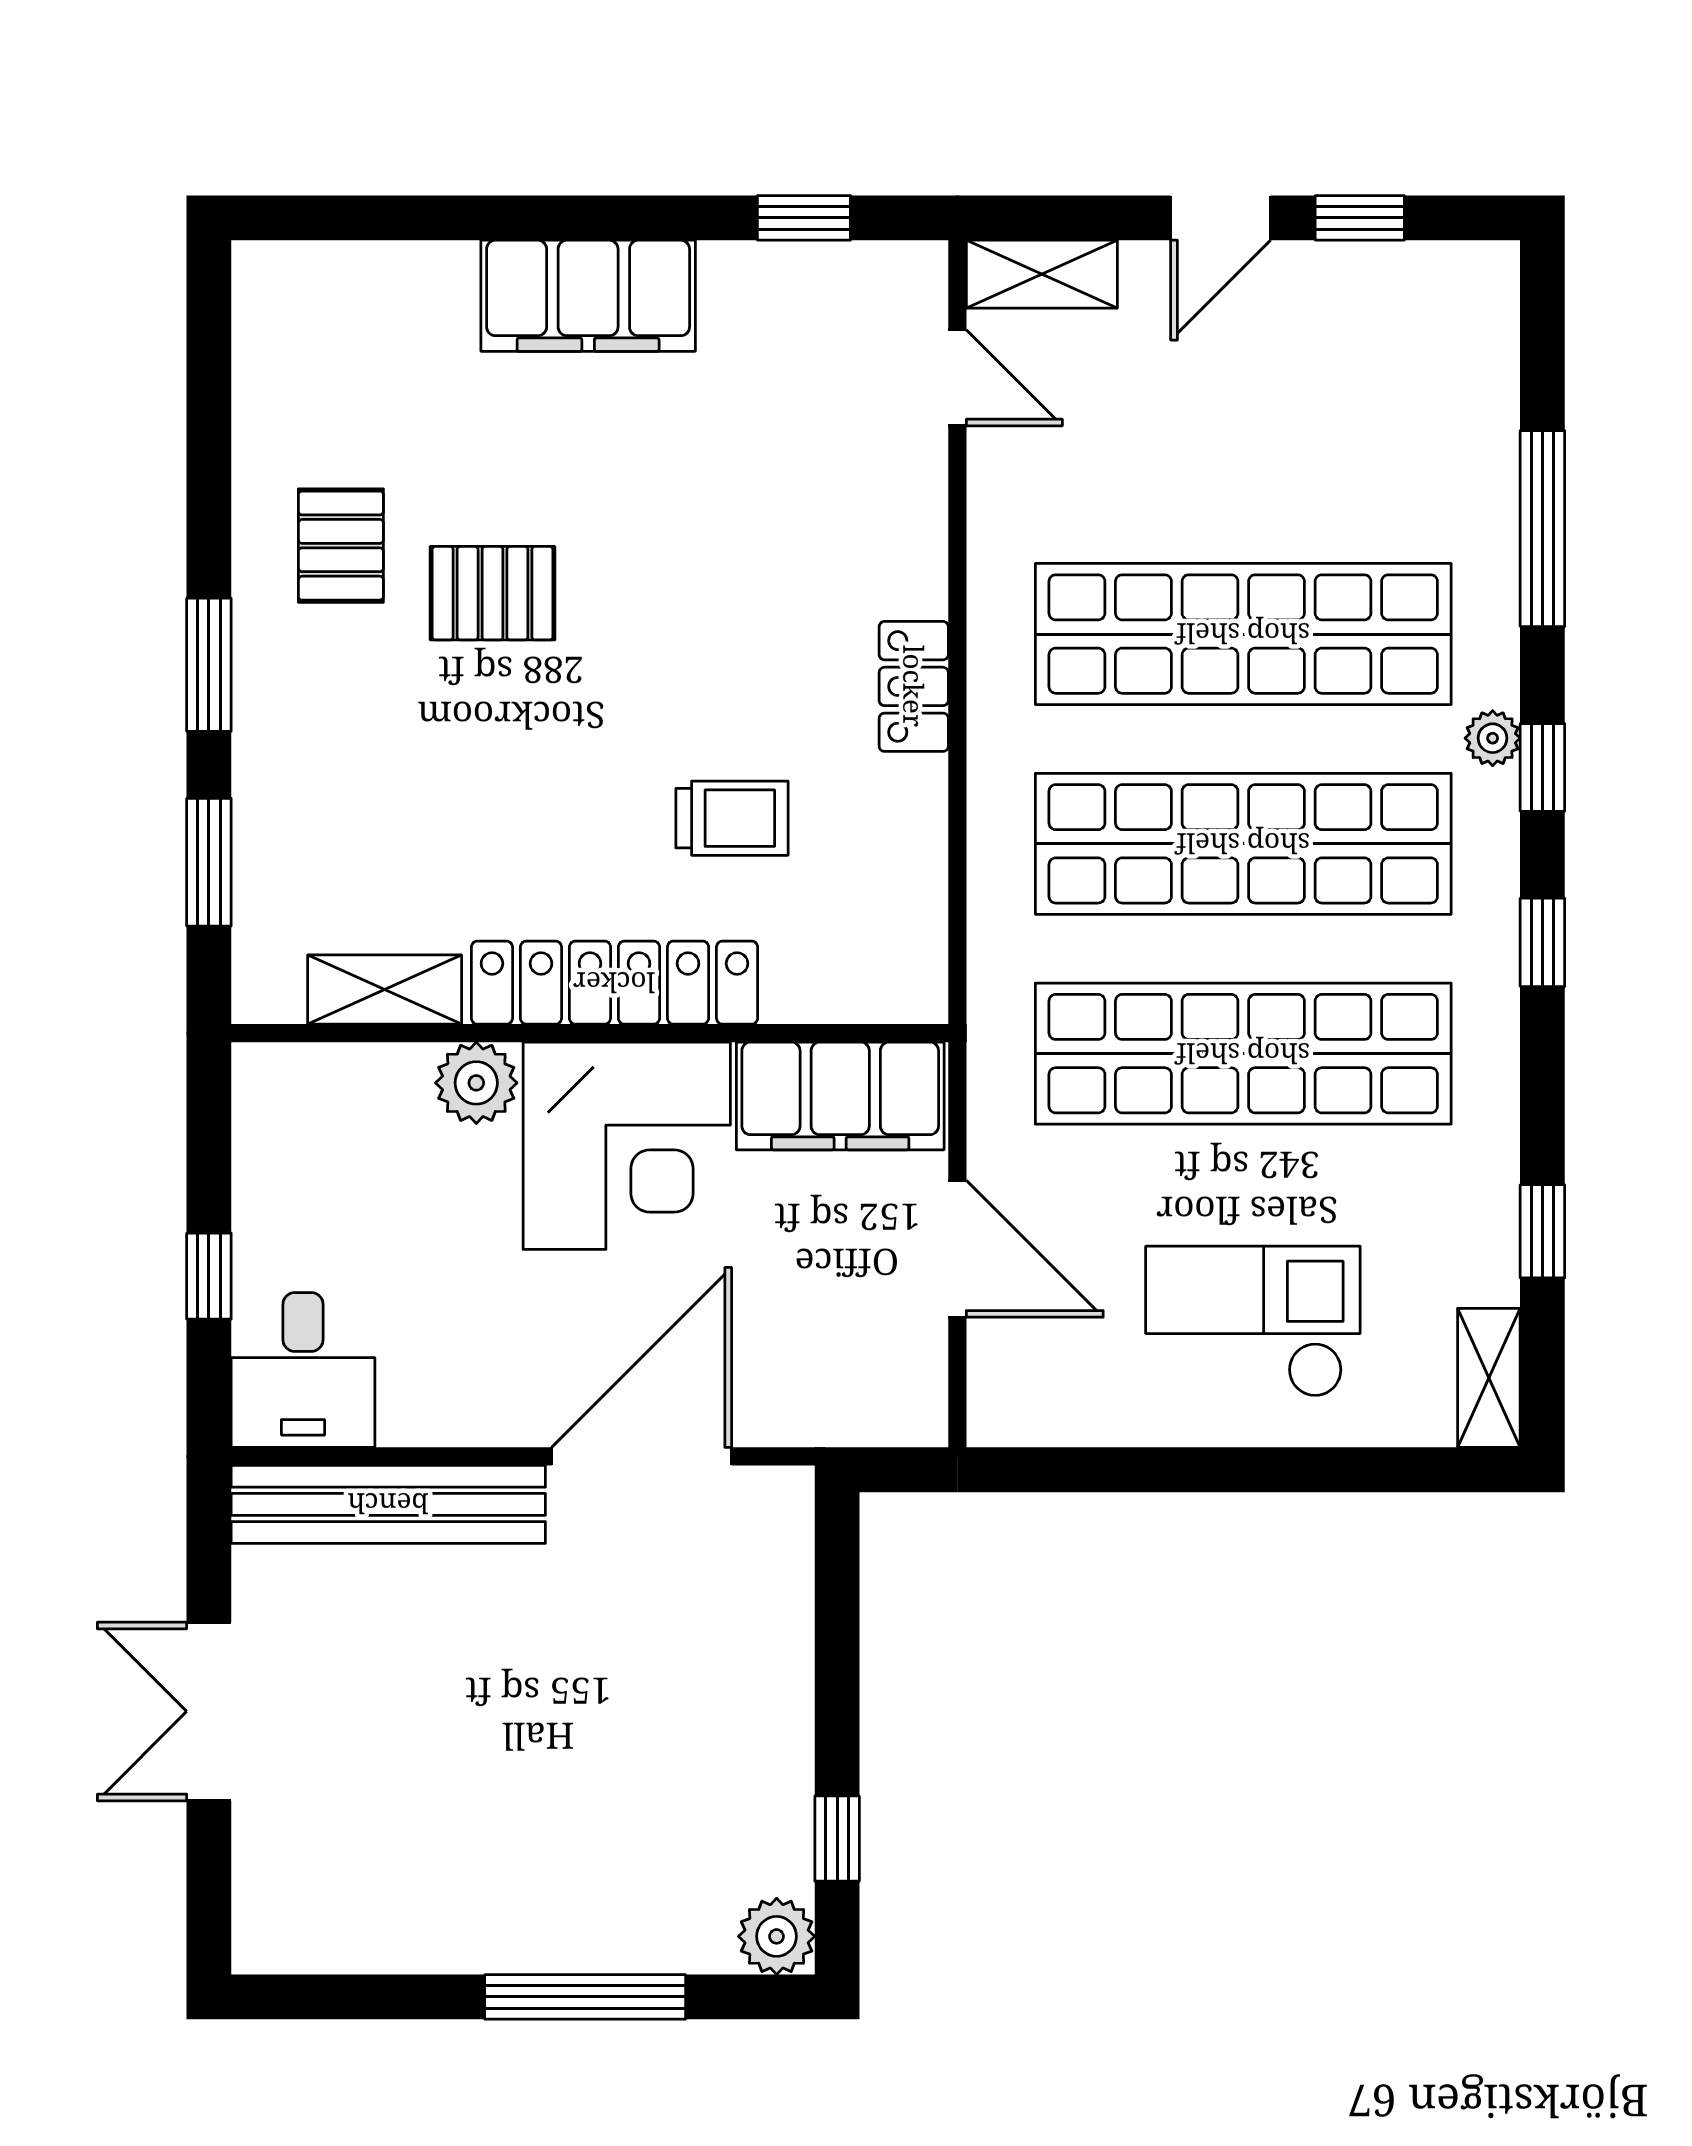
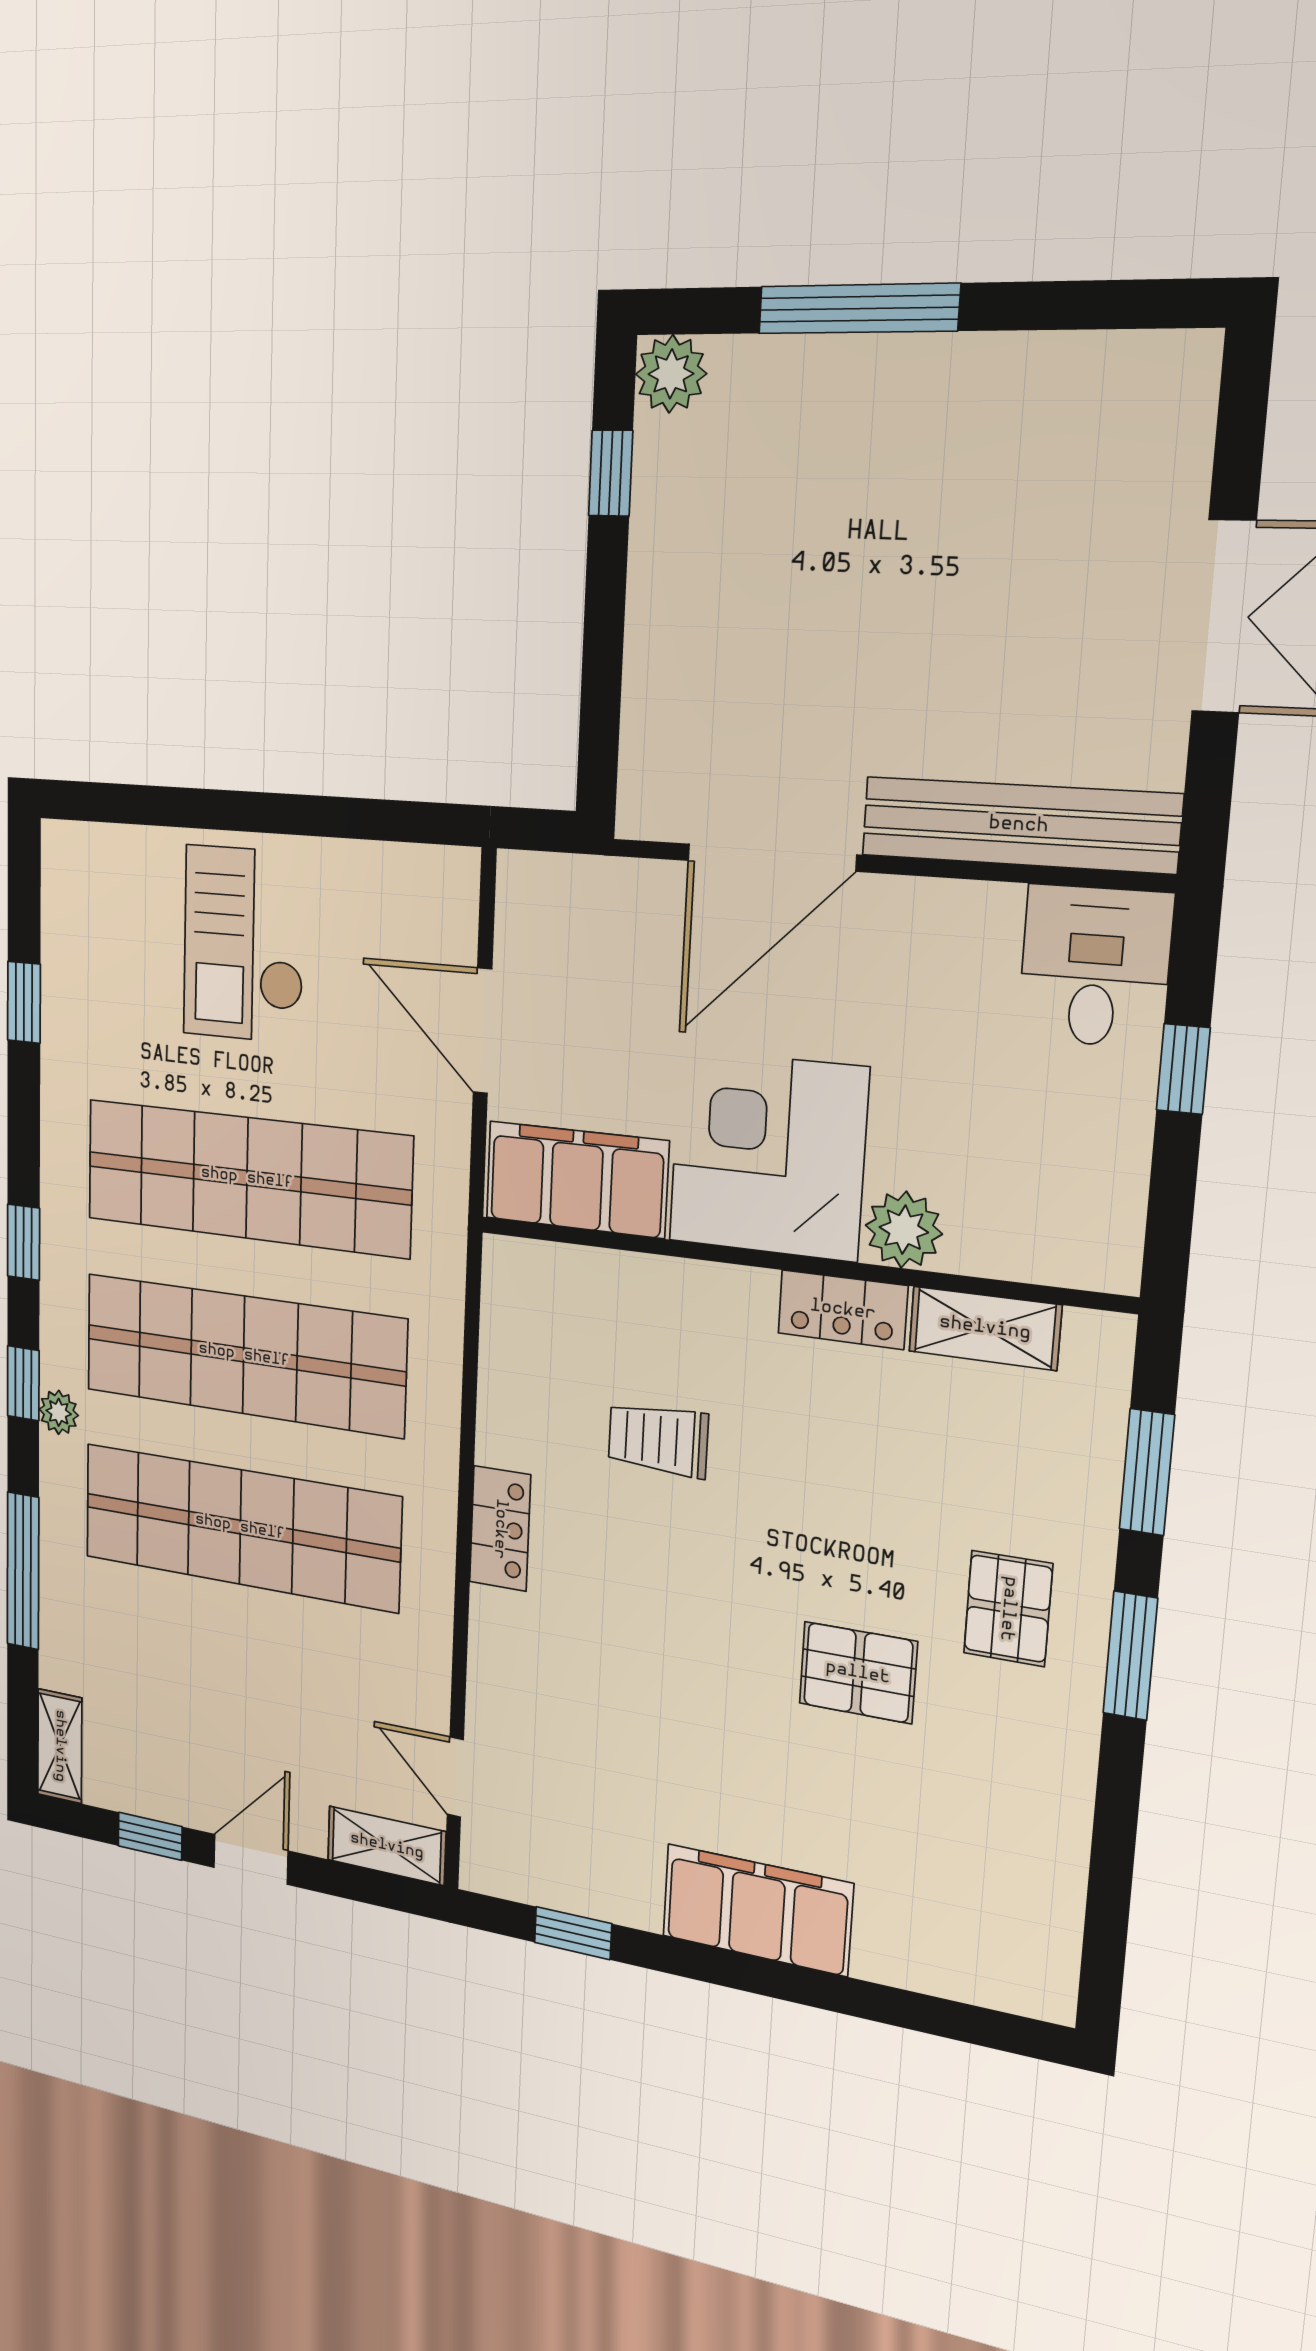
pallet: (341, 546) -> (1008, 1609), moved
locker: (614, 983) -> (843, 1310), width x0.46, depth x0.83
checkout: (1253, 1321) -> (244, 944), turned 90
shelving: (1489, 1378) -> (60, 1746), moved

